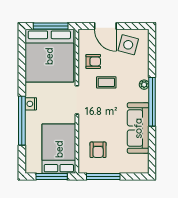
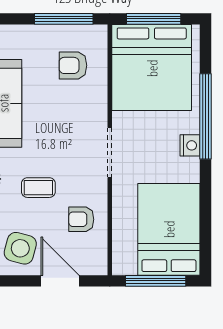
bed: (49, 56) -> (169, 229), width x0.73
coffee table: (106, 82) -> (38, 188), moved
bed: (59, 149) -> (152, 68), width x1.36
armchair: (98, 150) -> (73, 65), turned -90

